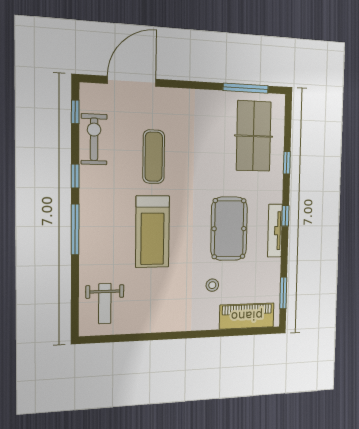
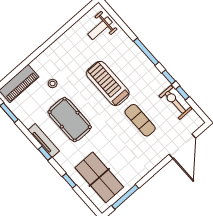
window: (75, 112) -> (183, 93), moved
exercise bike: (94, 139) -> (175, 102), turned 180
weight bench: (105, 304) -> (100, 28), turned -90

